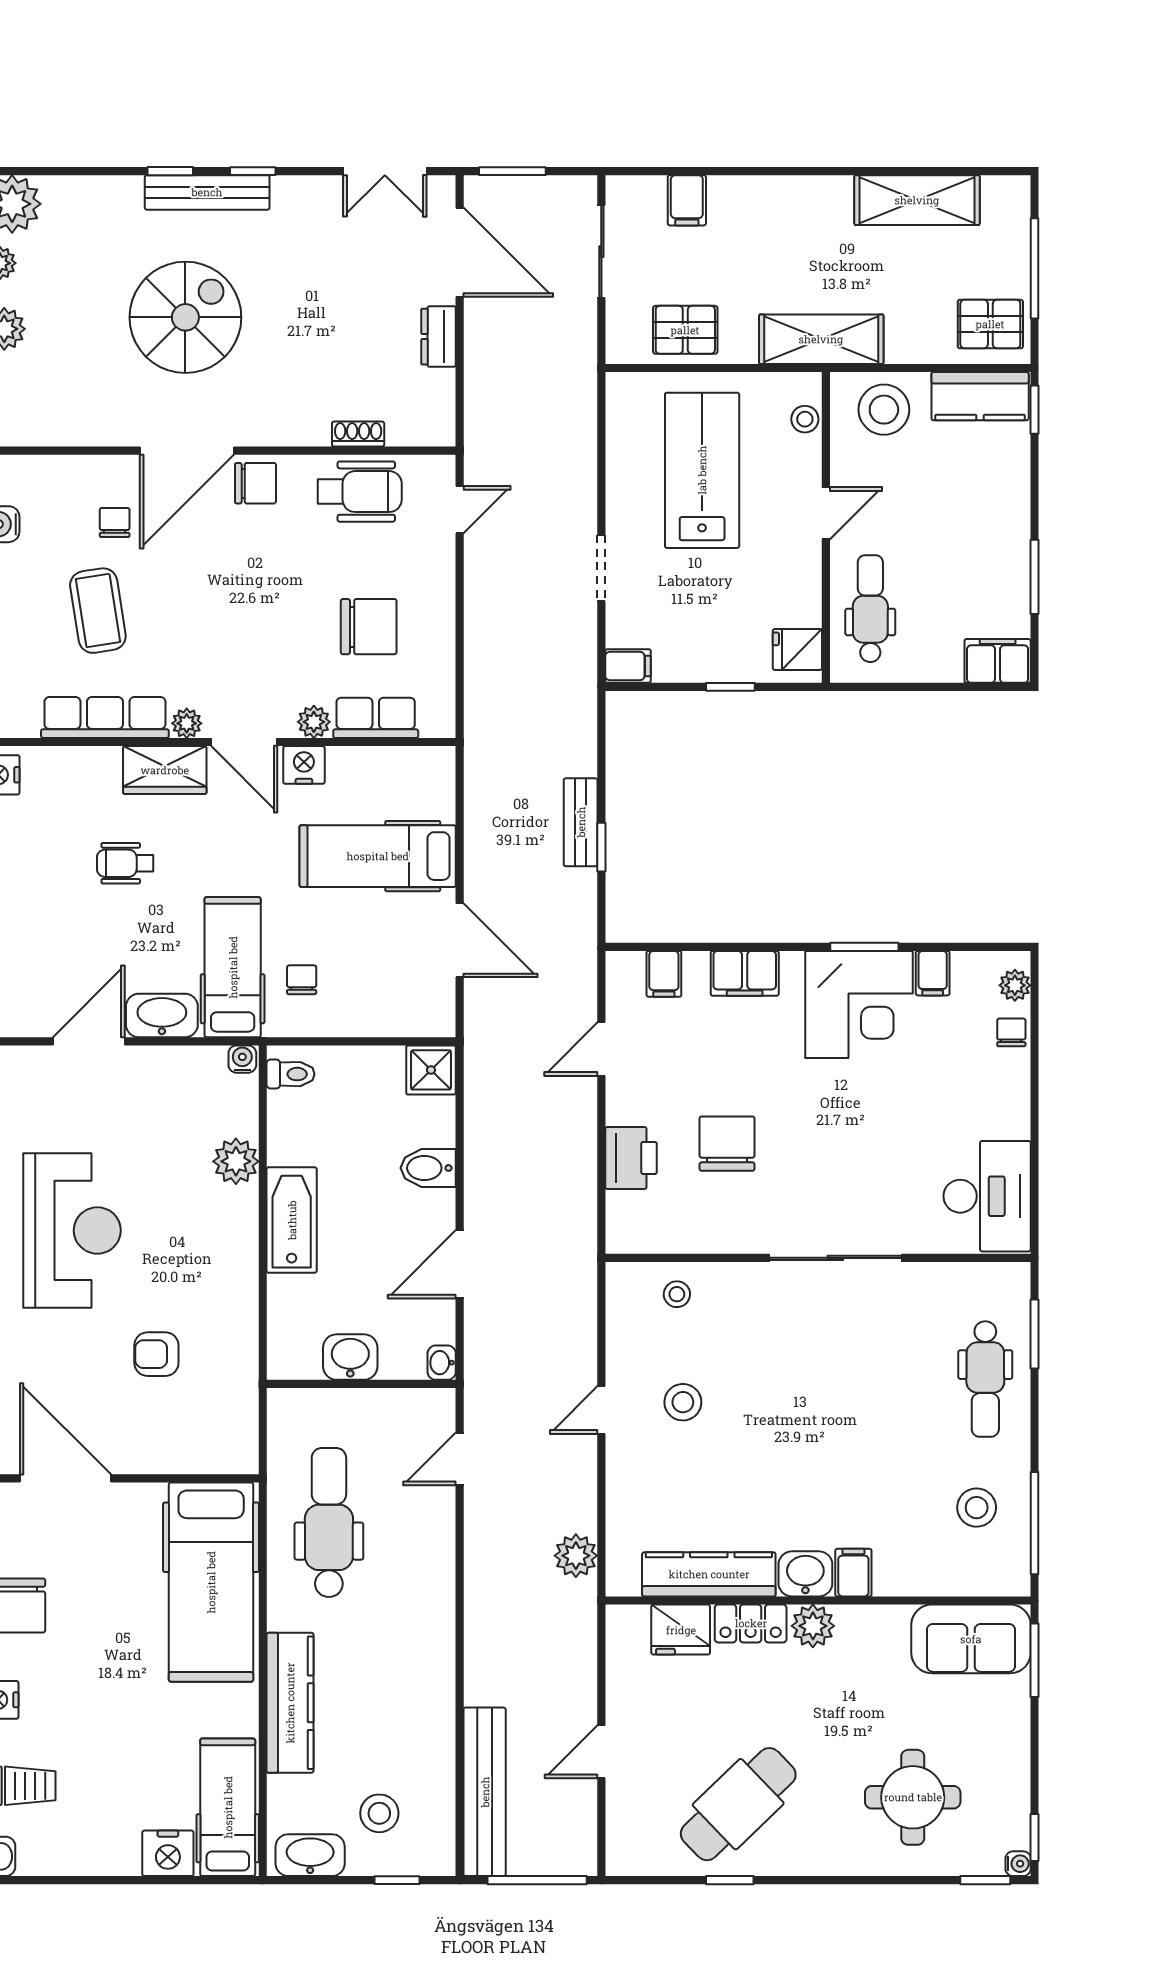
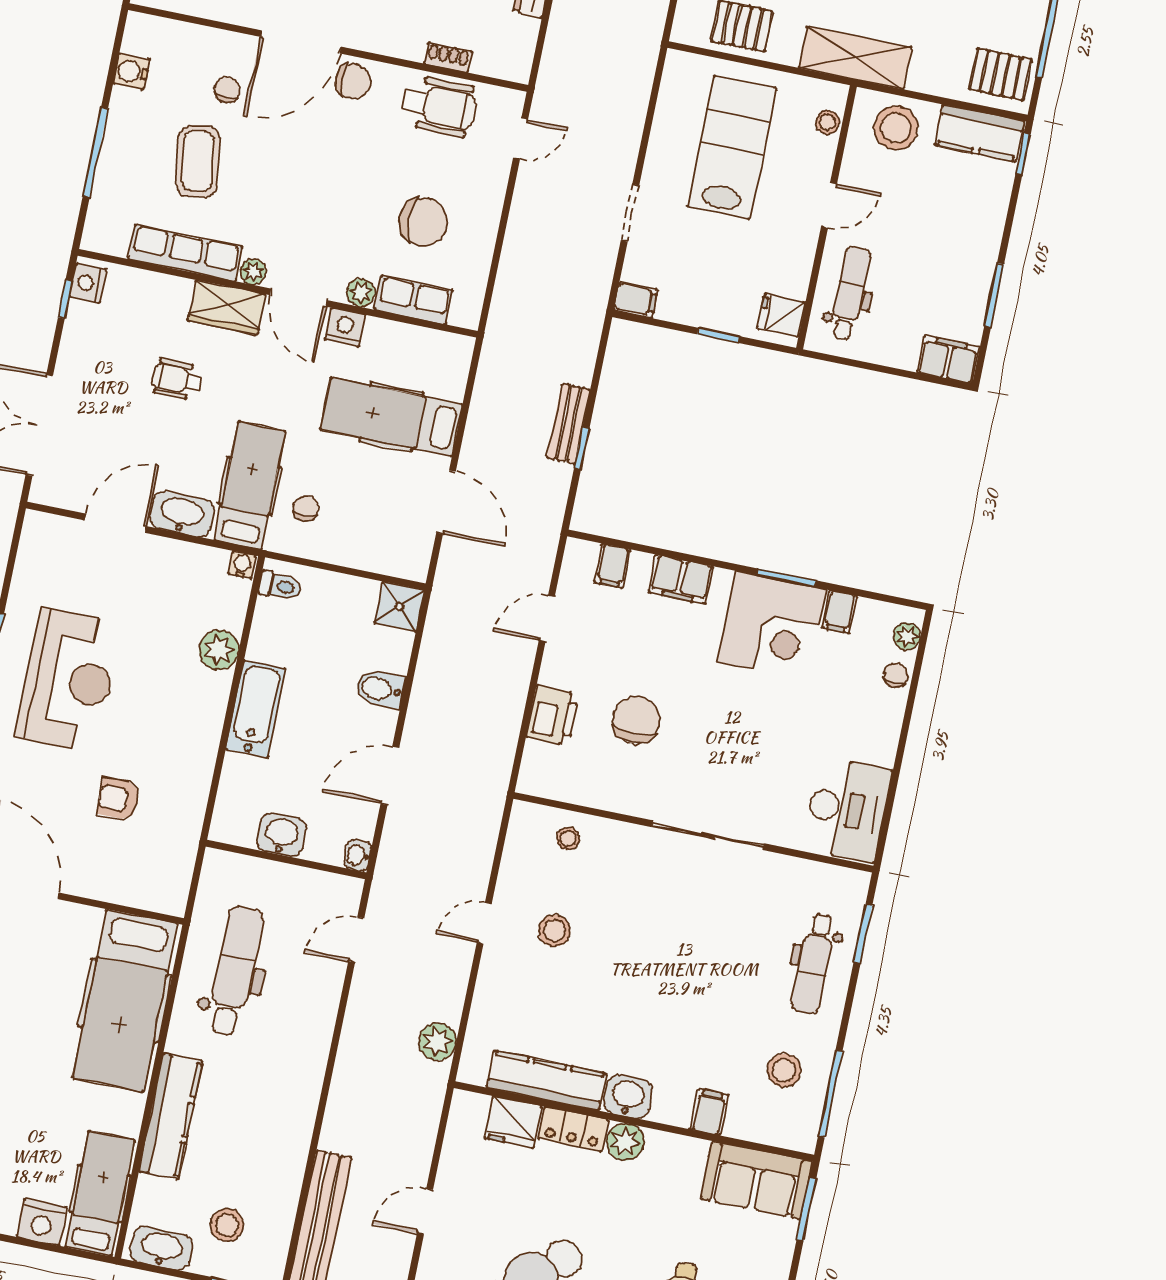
filing cabinet: (853, 1573) -> (709, 1112), moved

